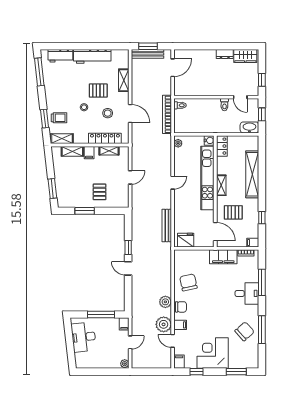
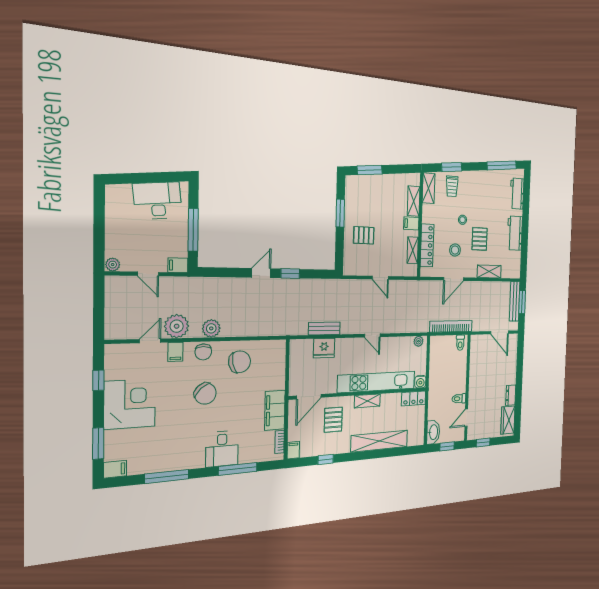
workbench: (92, 56) -> (515, 233), width x0.73
bench: (167, 225) -> (324, 328), width x0.73
fridge: (186, 240) -> (324, 348), moved, turned 90
chair: (245, 331) -> (205, 394), moved
filing cabinet: (179, 362) -> (115, 469), moved

